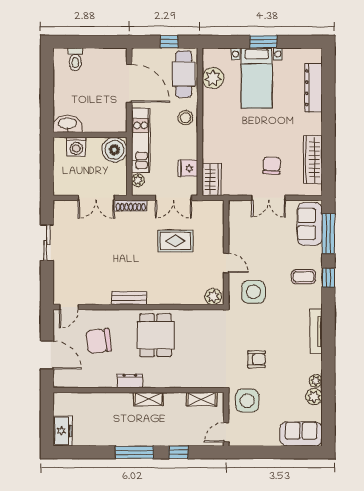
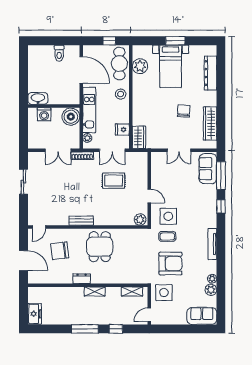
toilet: (75, 59) -> (59, 53), moved
chair: (272, 166) -> (184, 111), moved
coffee table: (304, 277) -> (167, 236), moved
armchair: (256, 359) -> (170, 264), width x1.88, depth x1.88

